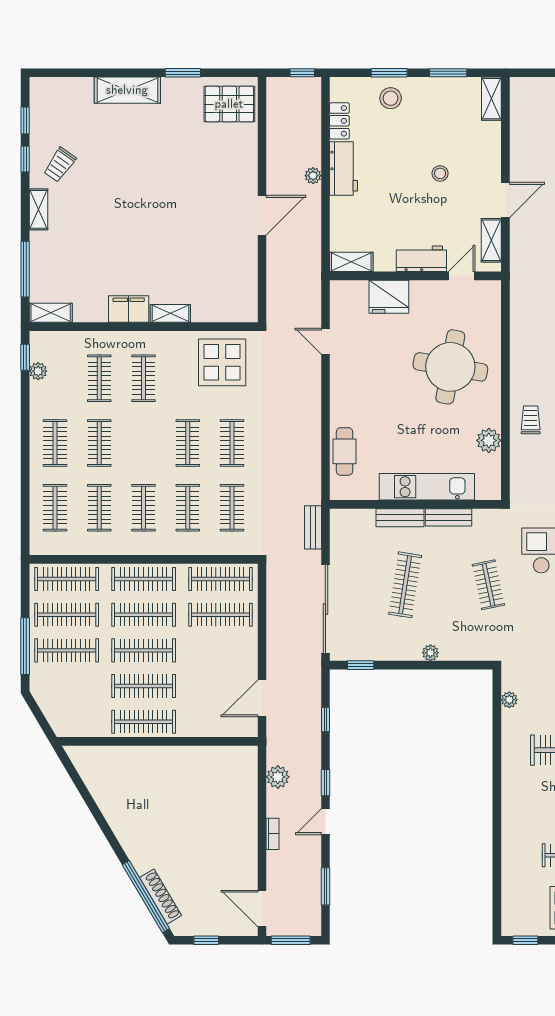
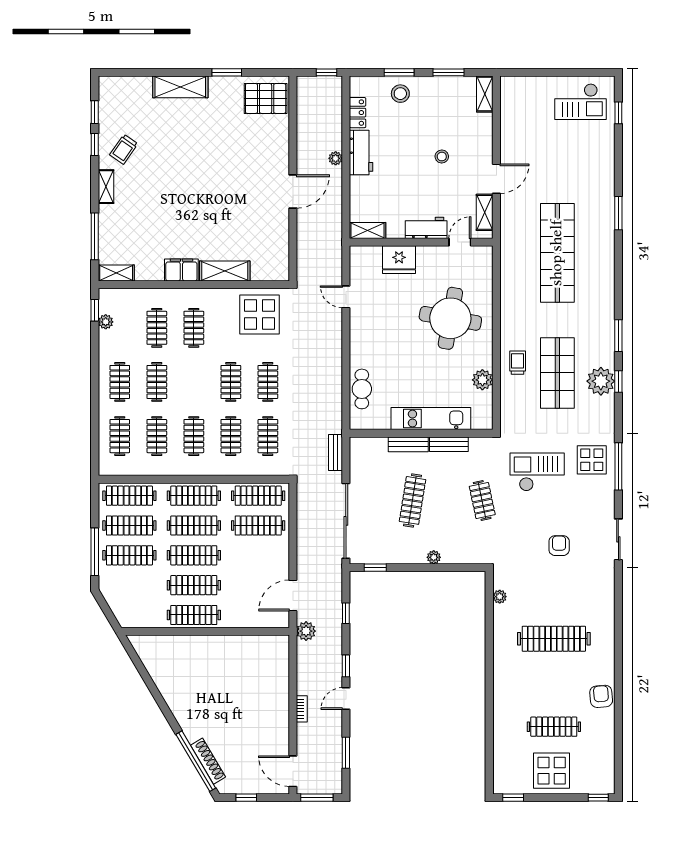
shelving: (170, 313) -> (225, 271), width x1.50, depth x1.33
plant: (278, 777) -> (306, 631), moved

